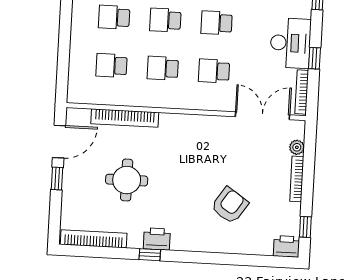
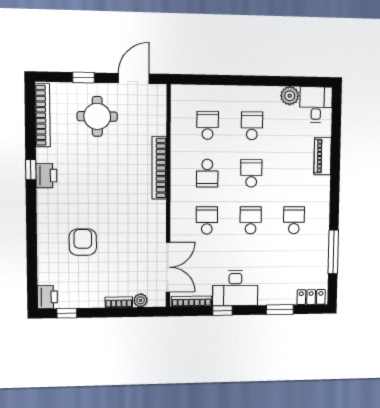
school desk: (163, 68) -> (207, 173), turned 180
bookcase: (125, 118) -> (159, 168), moved
door: (59, 142) -> (134, 78), swing flipped
window: (57, 178) -> (84, 77), moved
bookcase: (297, 179) -> (119, 302), width x0.64
round table: (127, 180) -> (97, 116), moved
armchair: (230, 205) -> (83, 242), turned -124

